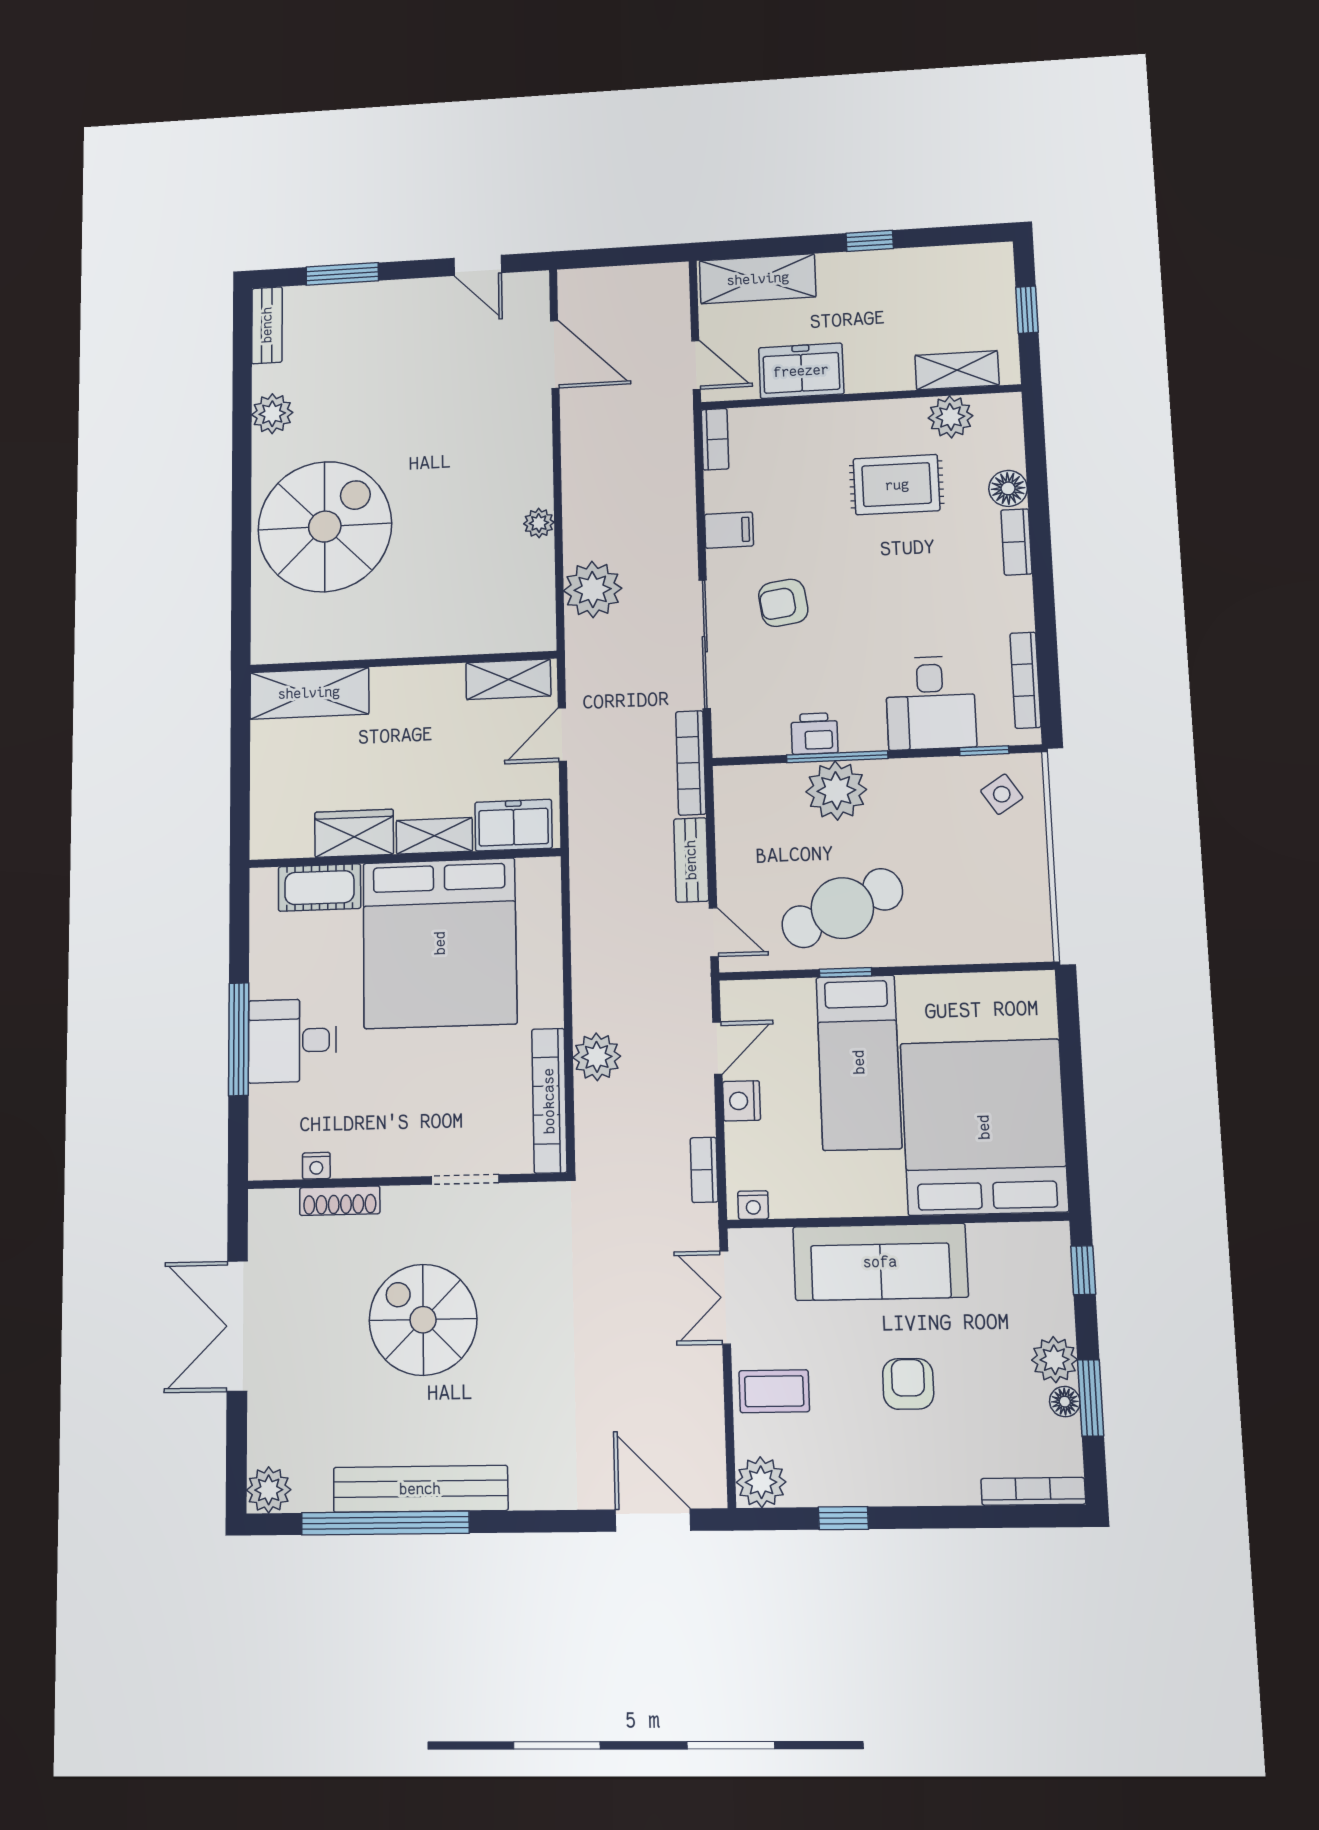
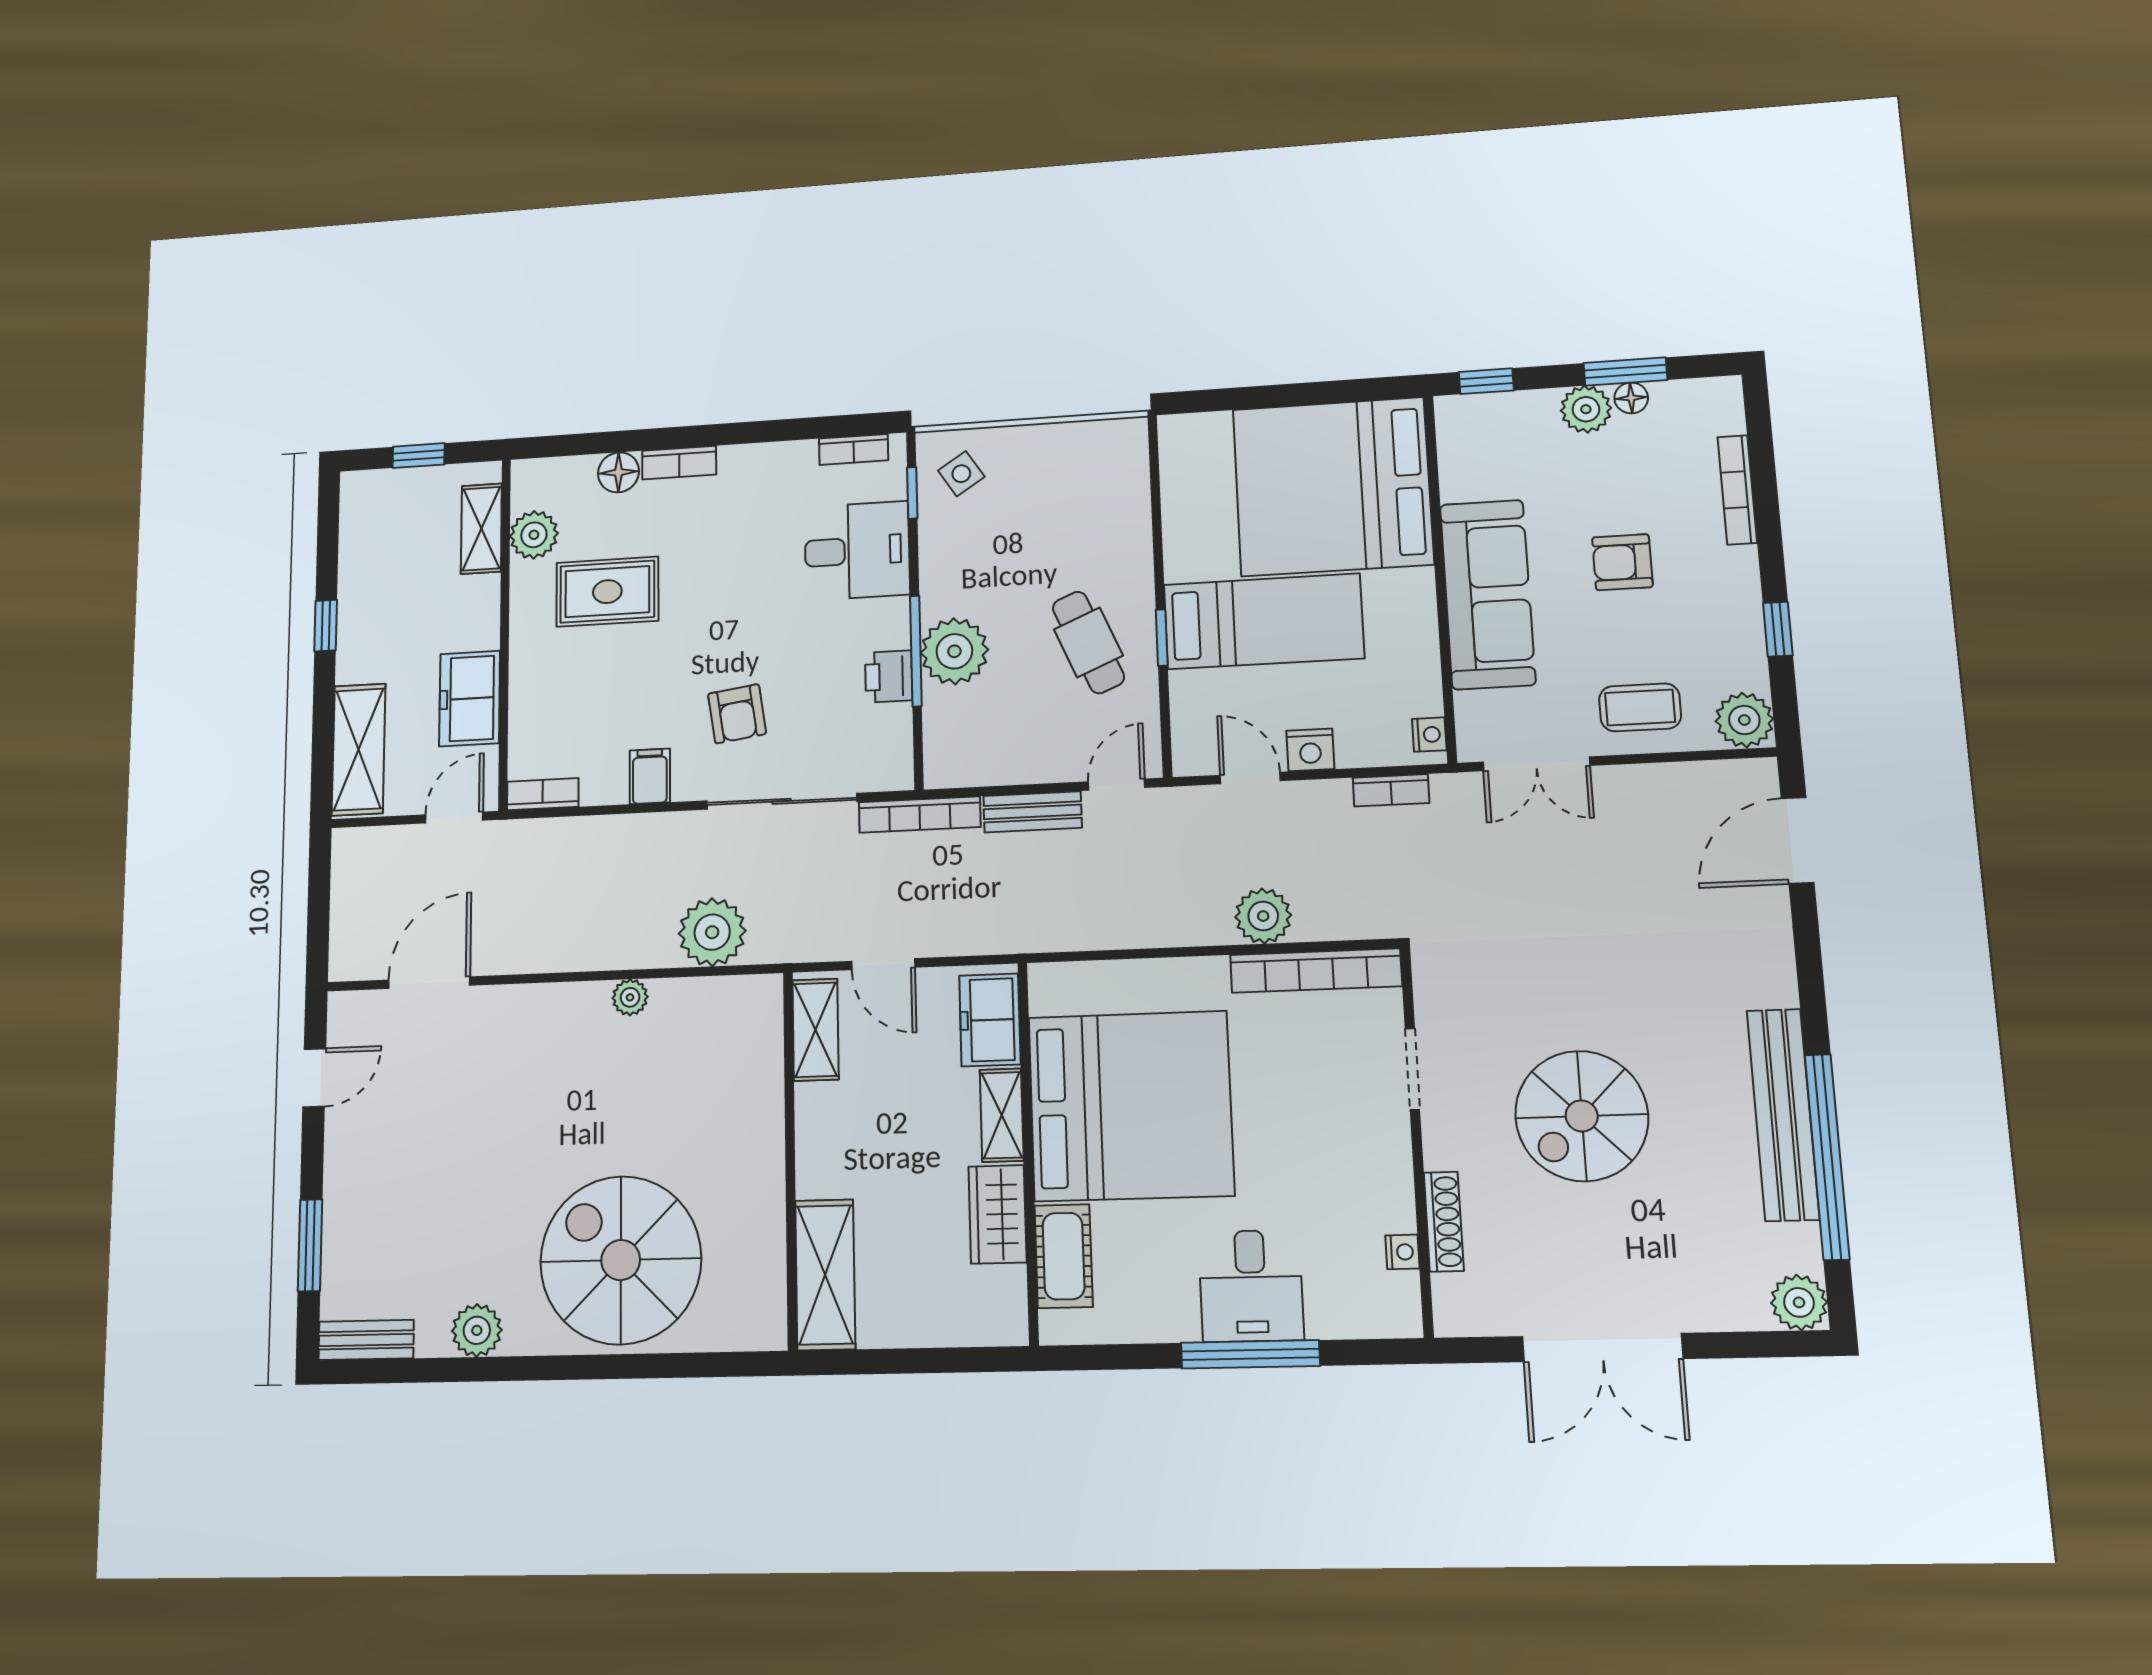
rug: (897, 485) -> (607, 592), turned 90
bookcase: (1025, 680) -> (854, 449), width x0.64
cafe table: (842, 908) -> (1088, 642), width x0.73, depth x0.74
coffee table: (774, 1391) -> (1640, 707), turned 90
bookcase: (1033, 1491) -> (1737, 490), moved

